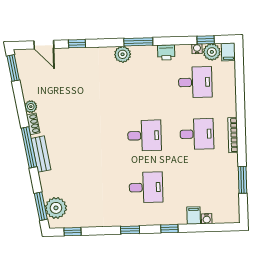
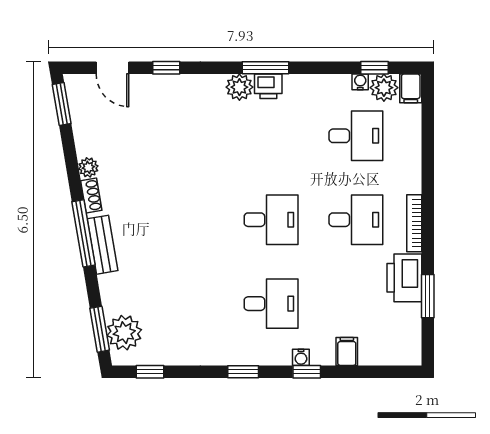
printer: (166, 52) -> (268, 86), moved
printer: (228, 169) -> (404, 278), added
water cooler: (207, 219) -> (301, 357), moved

